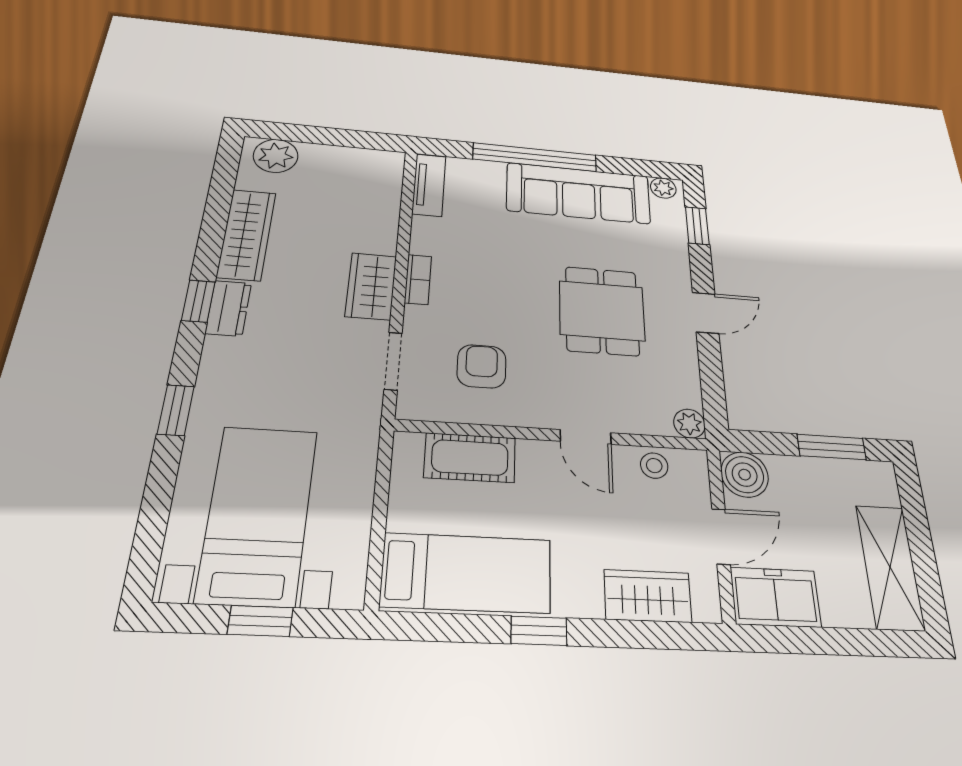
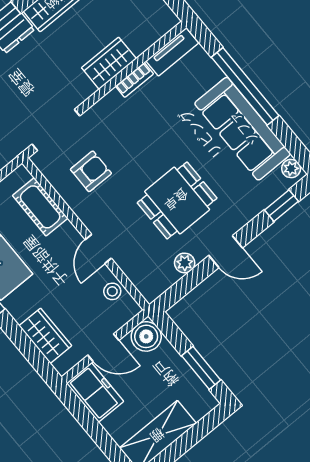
bookcase: (418, 279) -> (134, 80), moved
wardrobe: (371, 286) -> (109, 63), moved
doorway: (393, 361) -> (56, 130), width x1.38
plant: (689, 424) -> (185, 263), moved

